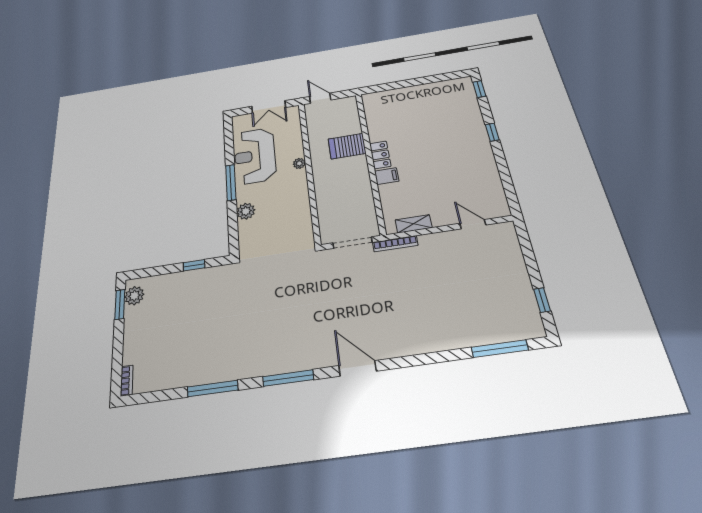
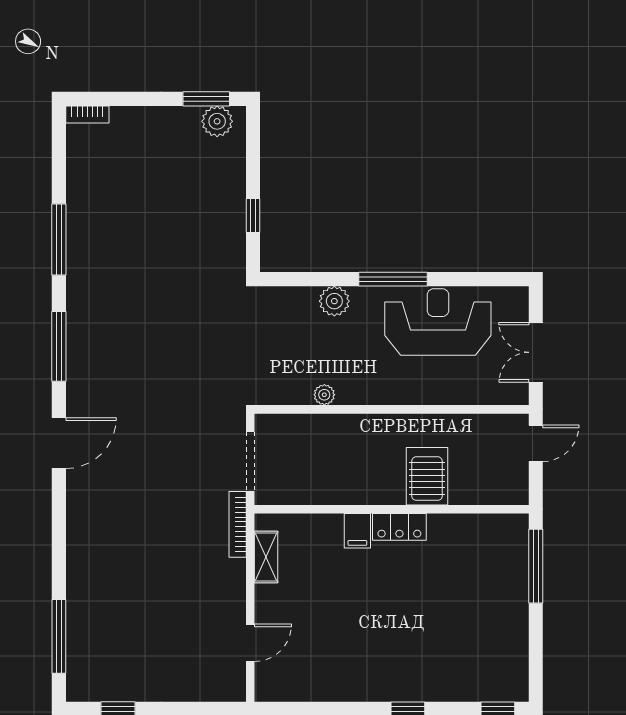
window: (391, 86) -> (536, 566), added
plant: (299, 163) -> (324, 395), moved

